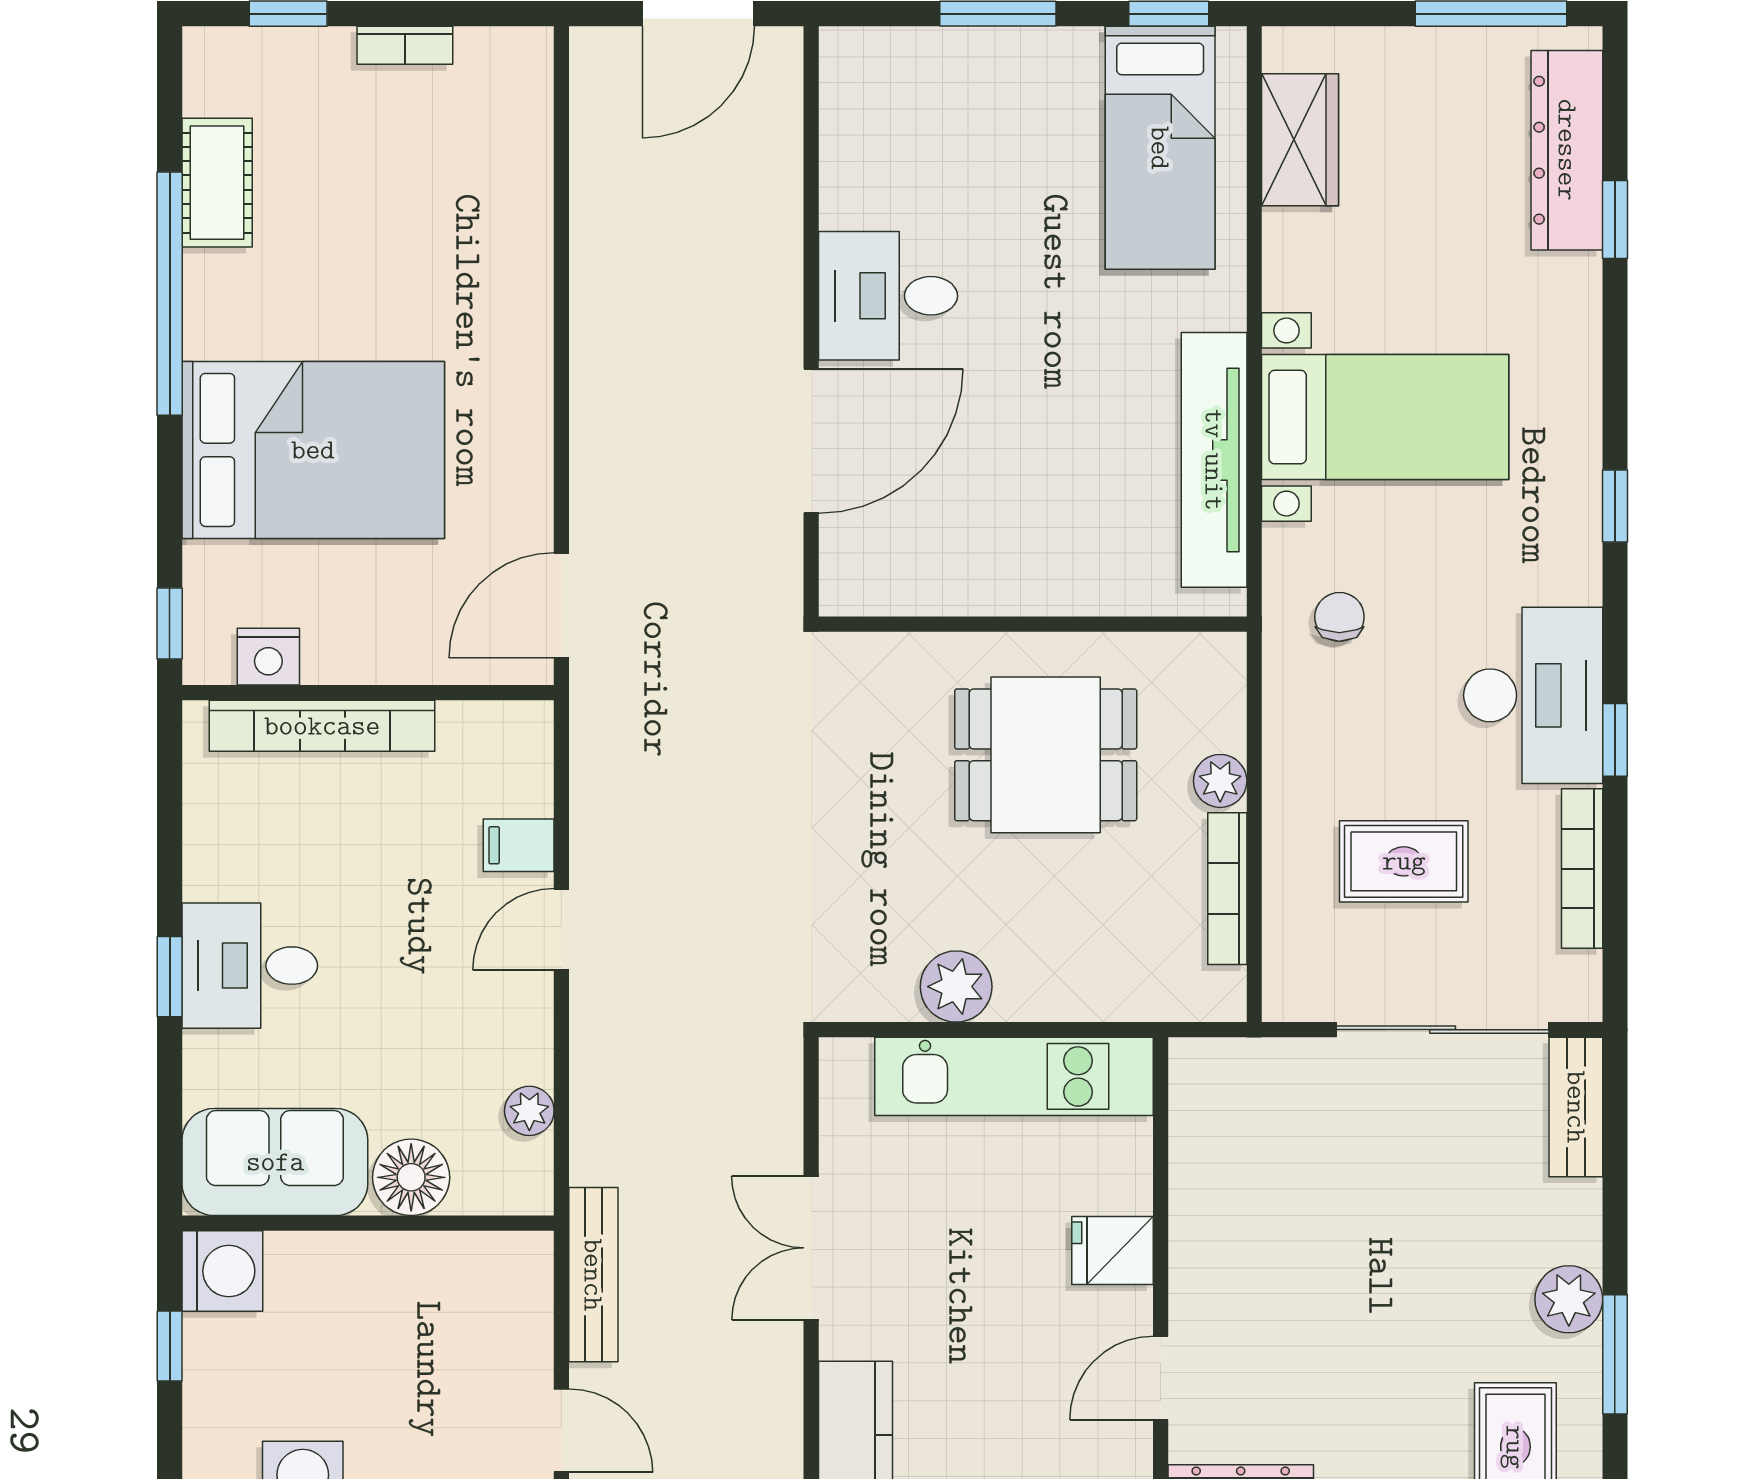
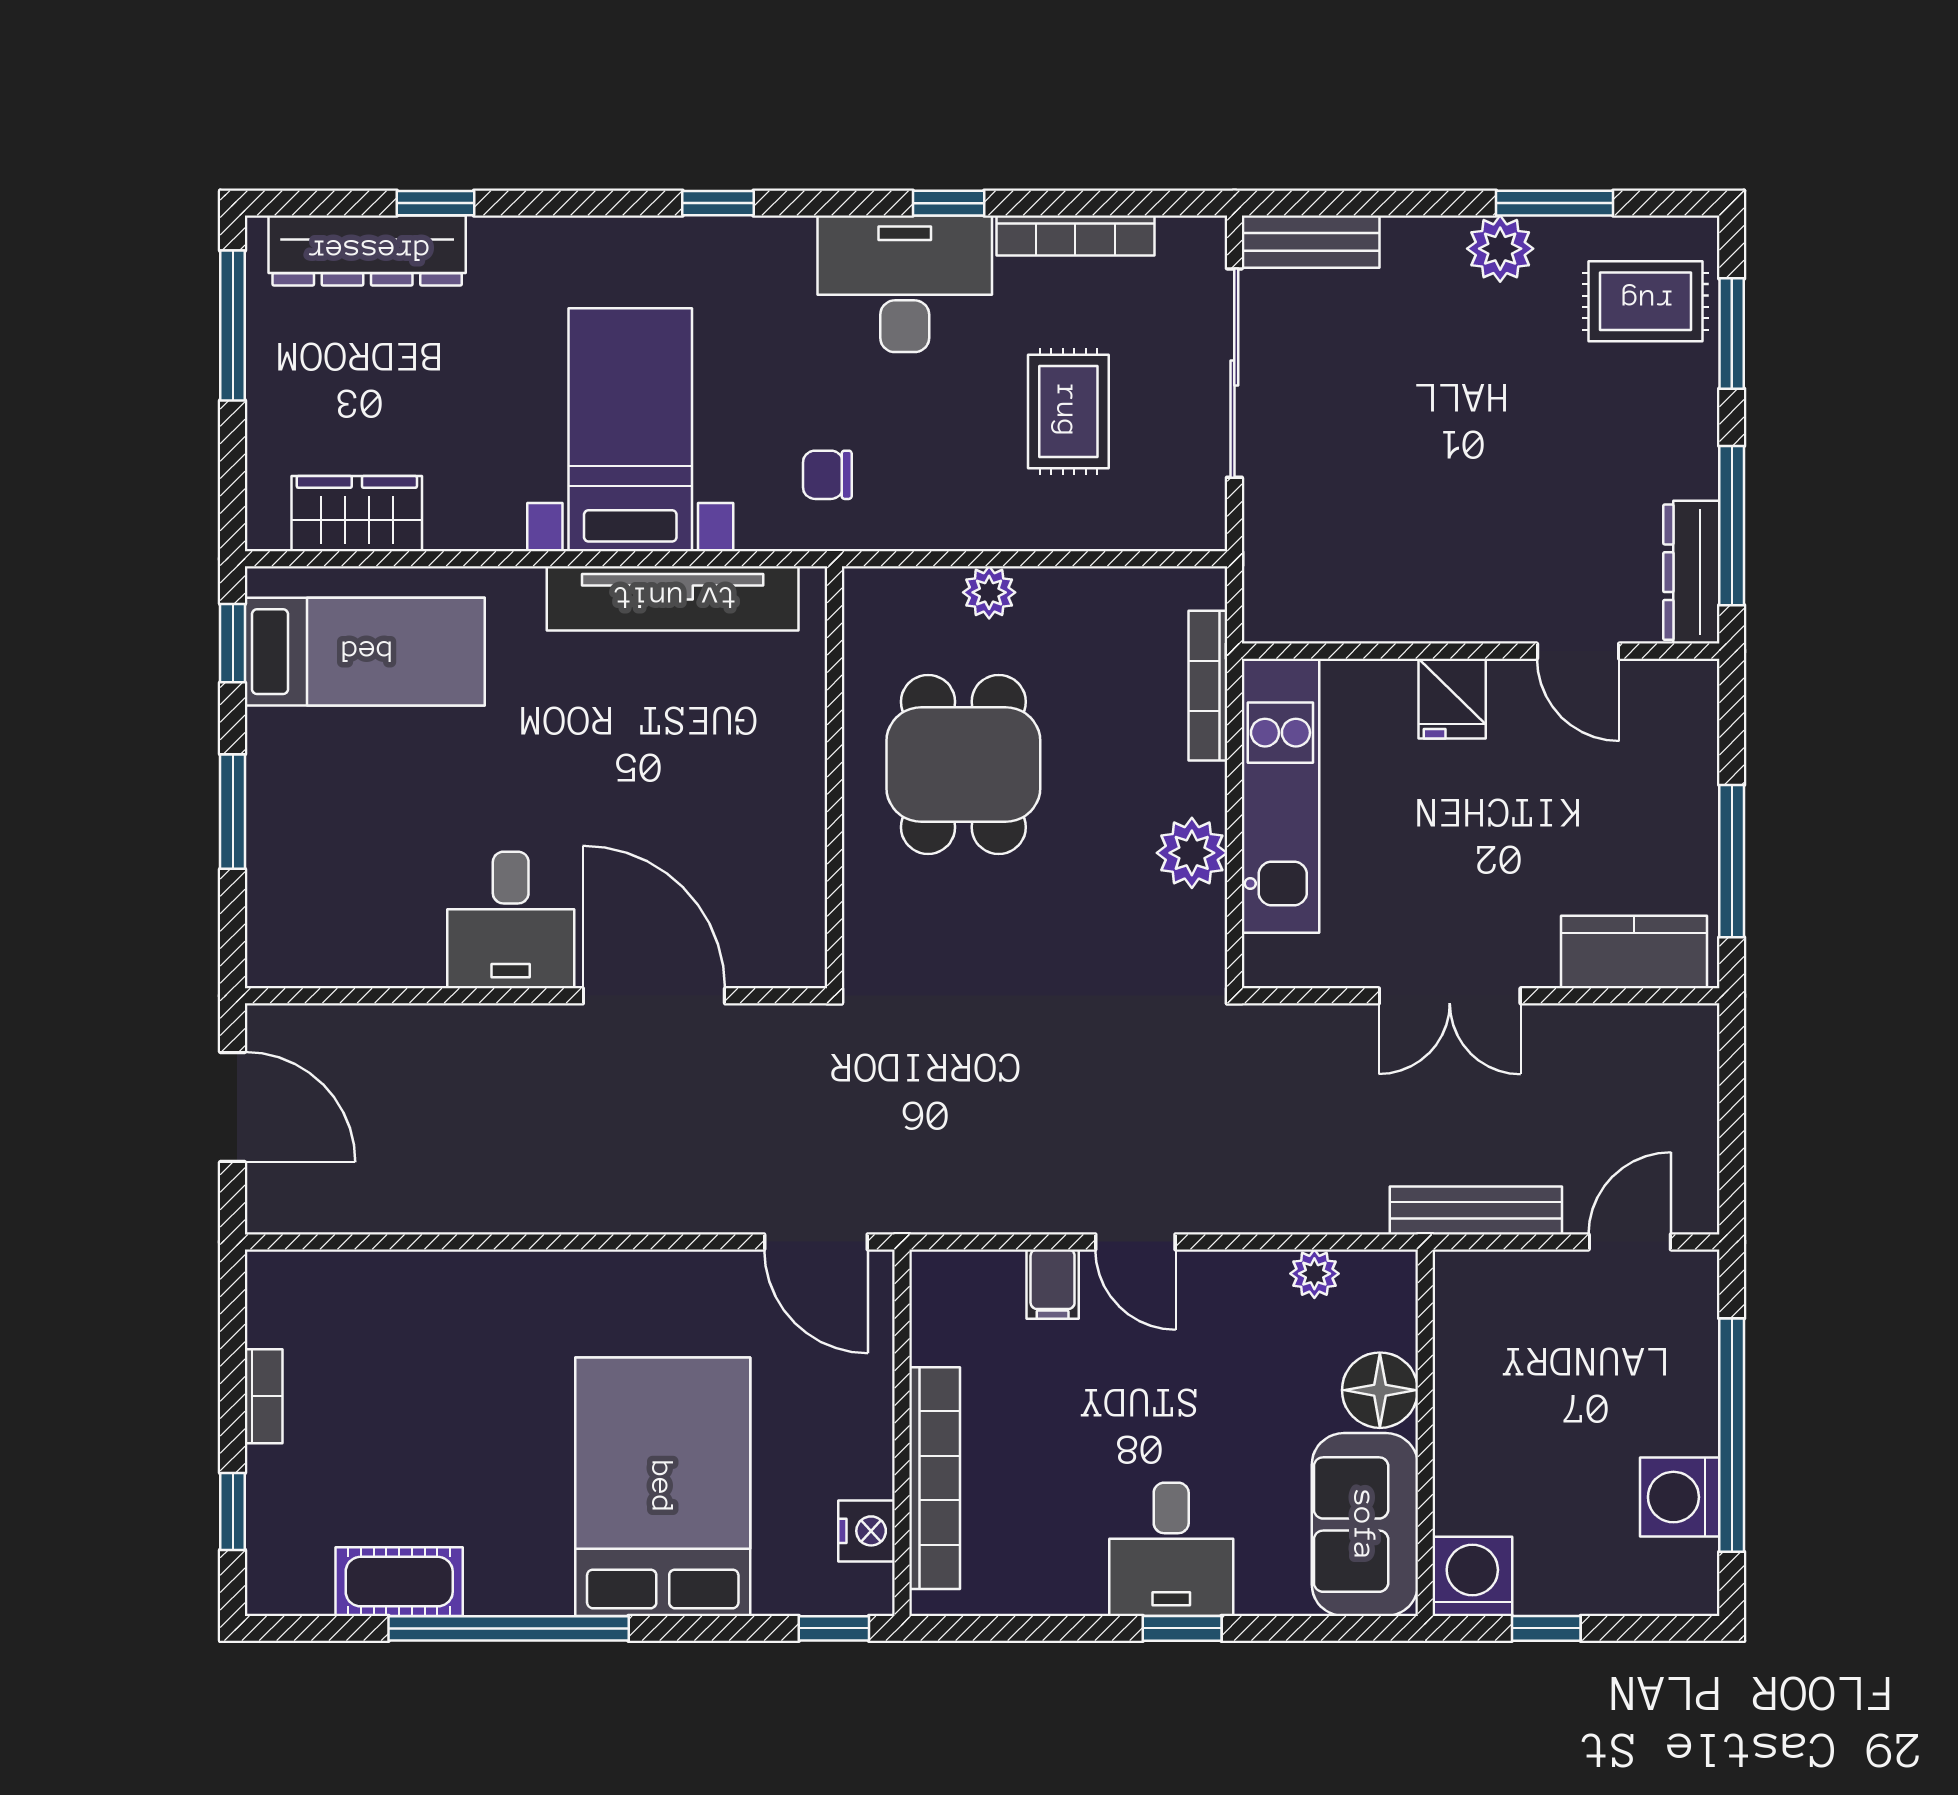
bookcase: (1227, 889) -> (1208, 686), moved, turned 90

